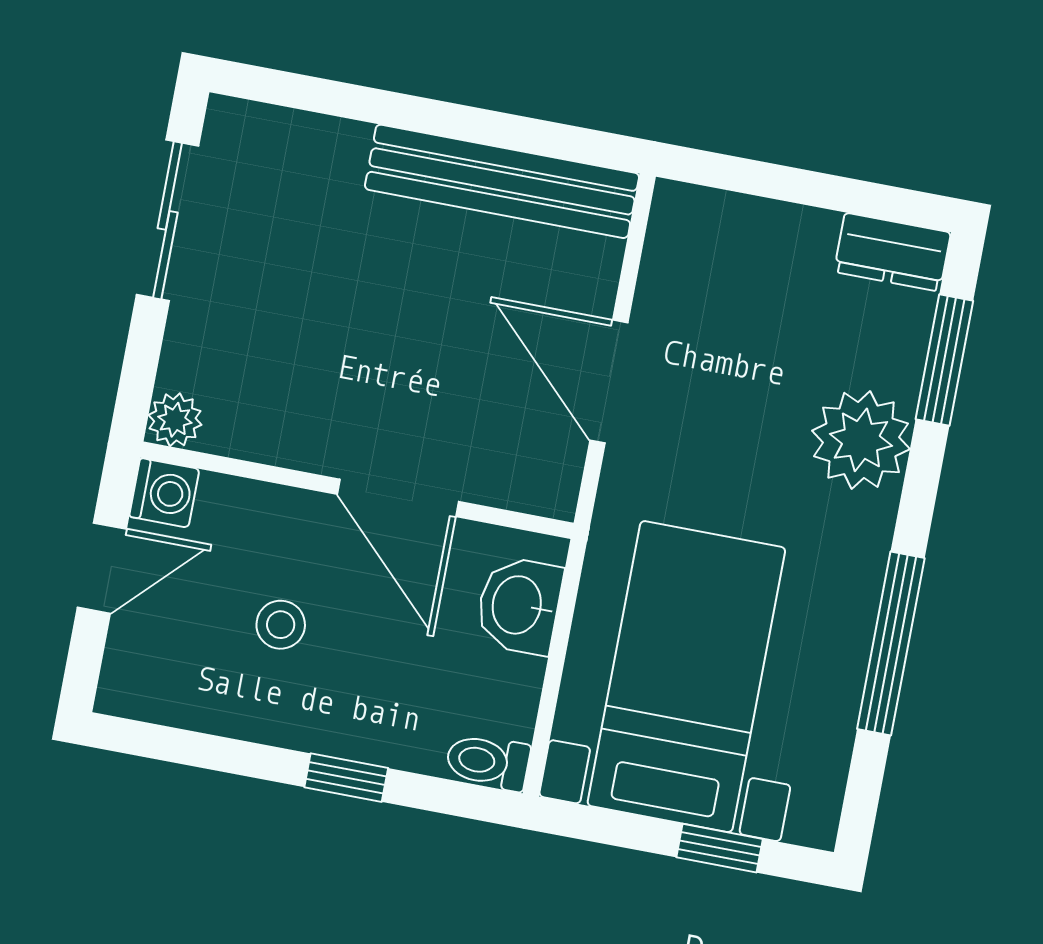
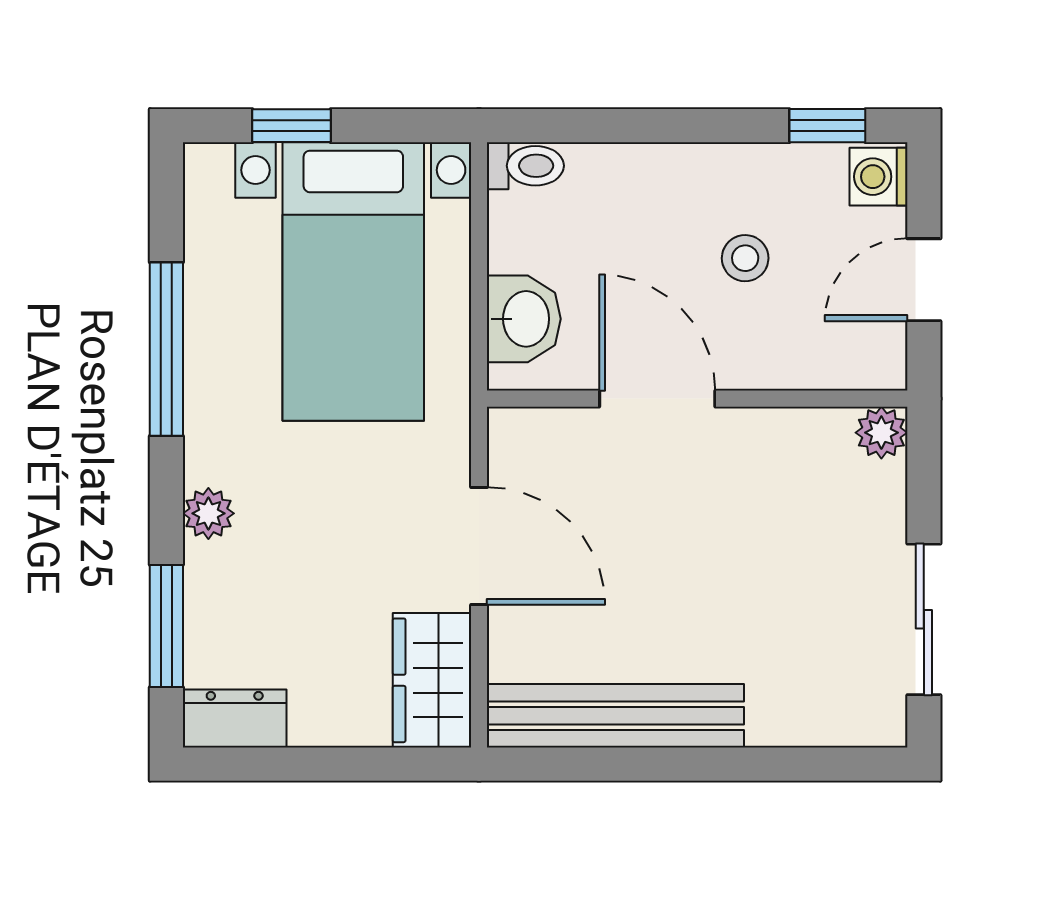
wardrobe: (683, 253) -> (432, 680), added
plant: (861, 440) -> (208, 513), width x0.53, depth x0.53
washing machine: (164, 493) -> (878, 177), moved
window: (346, 778) -> (827, 126), moved

